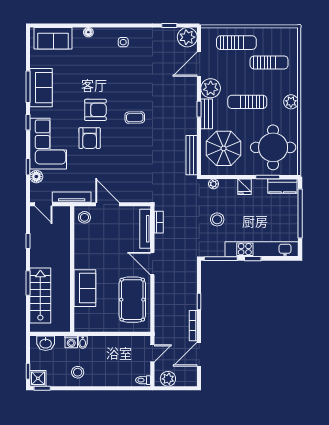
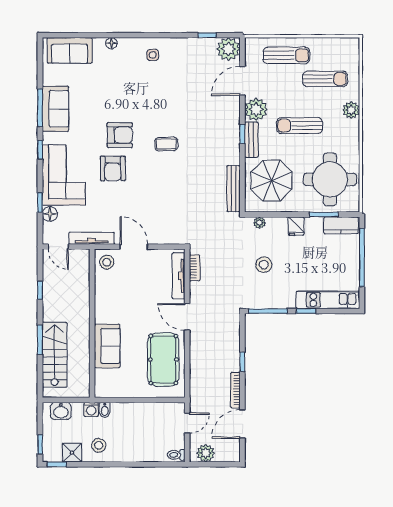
plant: (291, 102) -> (351, 110), moved
kitchen unit: (262, 249) -> (328, 300), width x0.73
shower: (38, 378) -> (72, 453), moved

